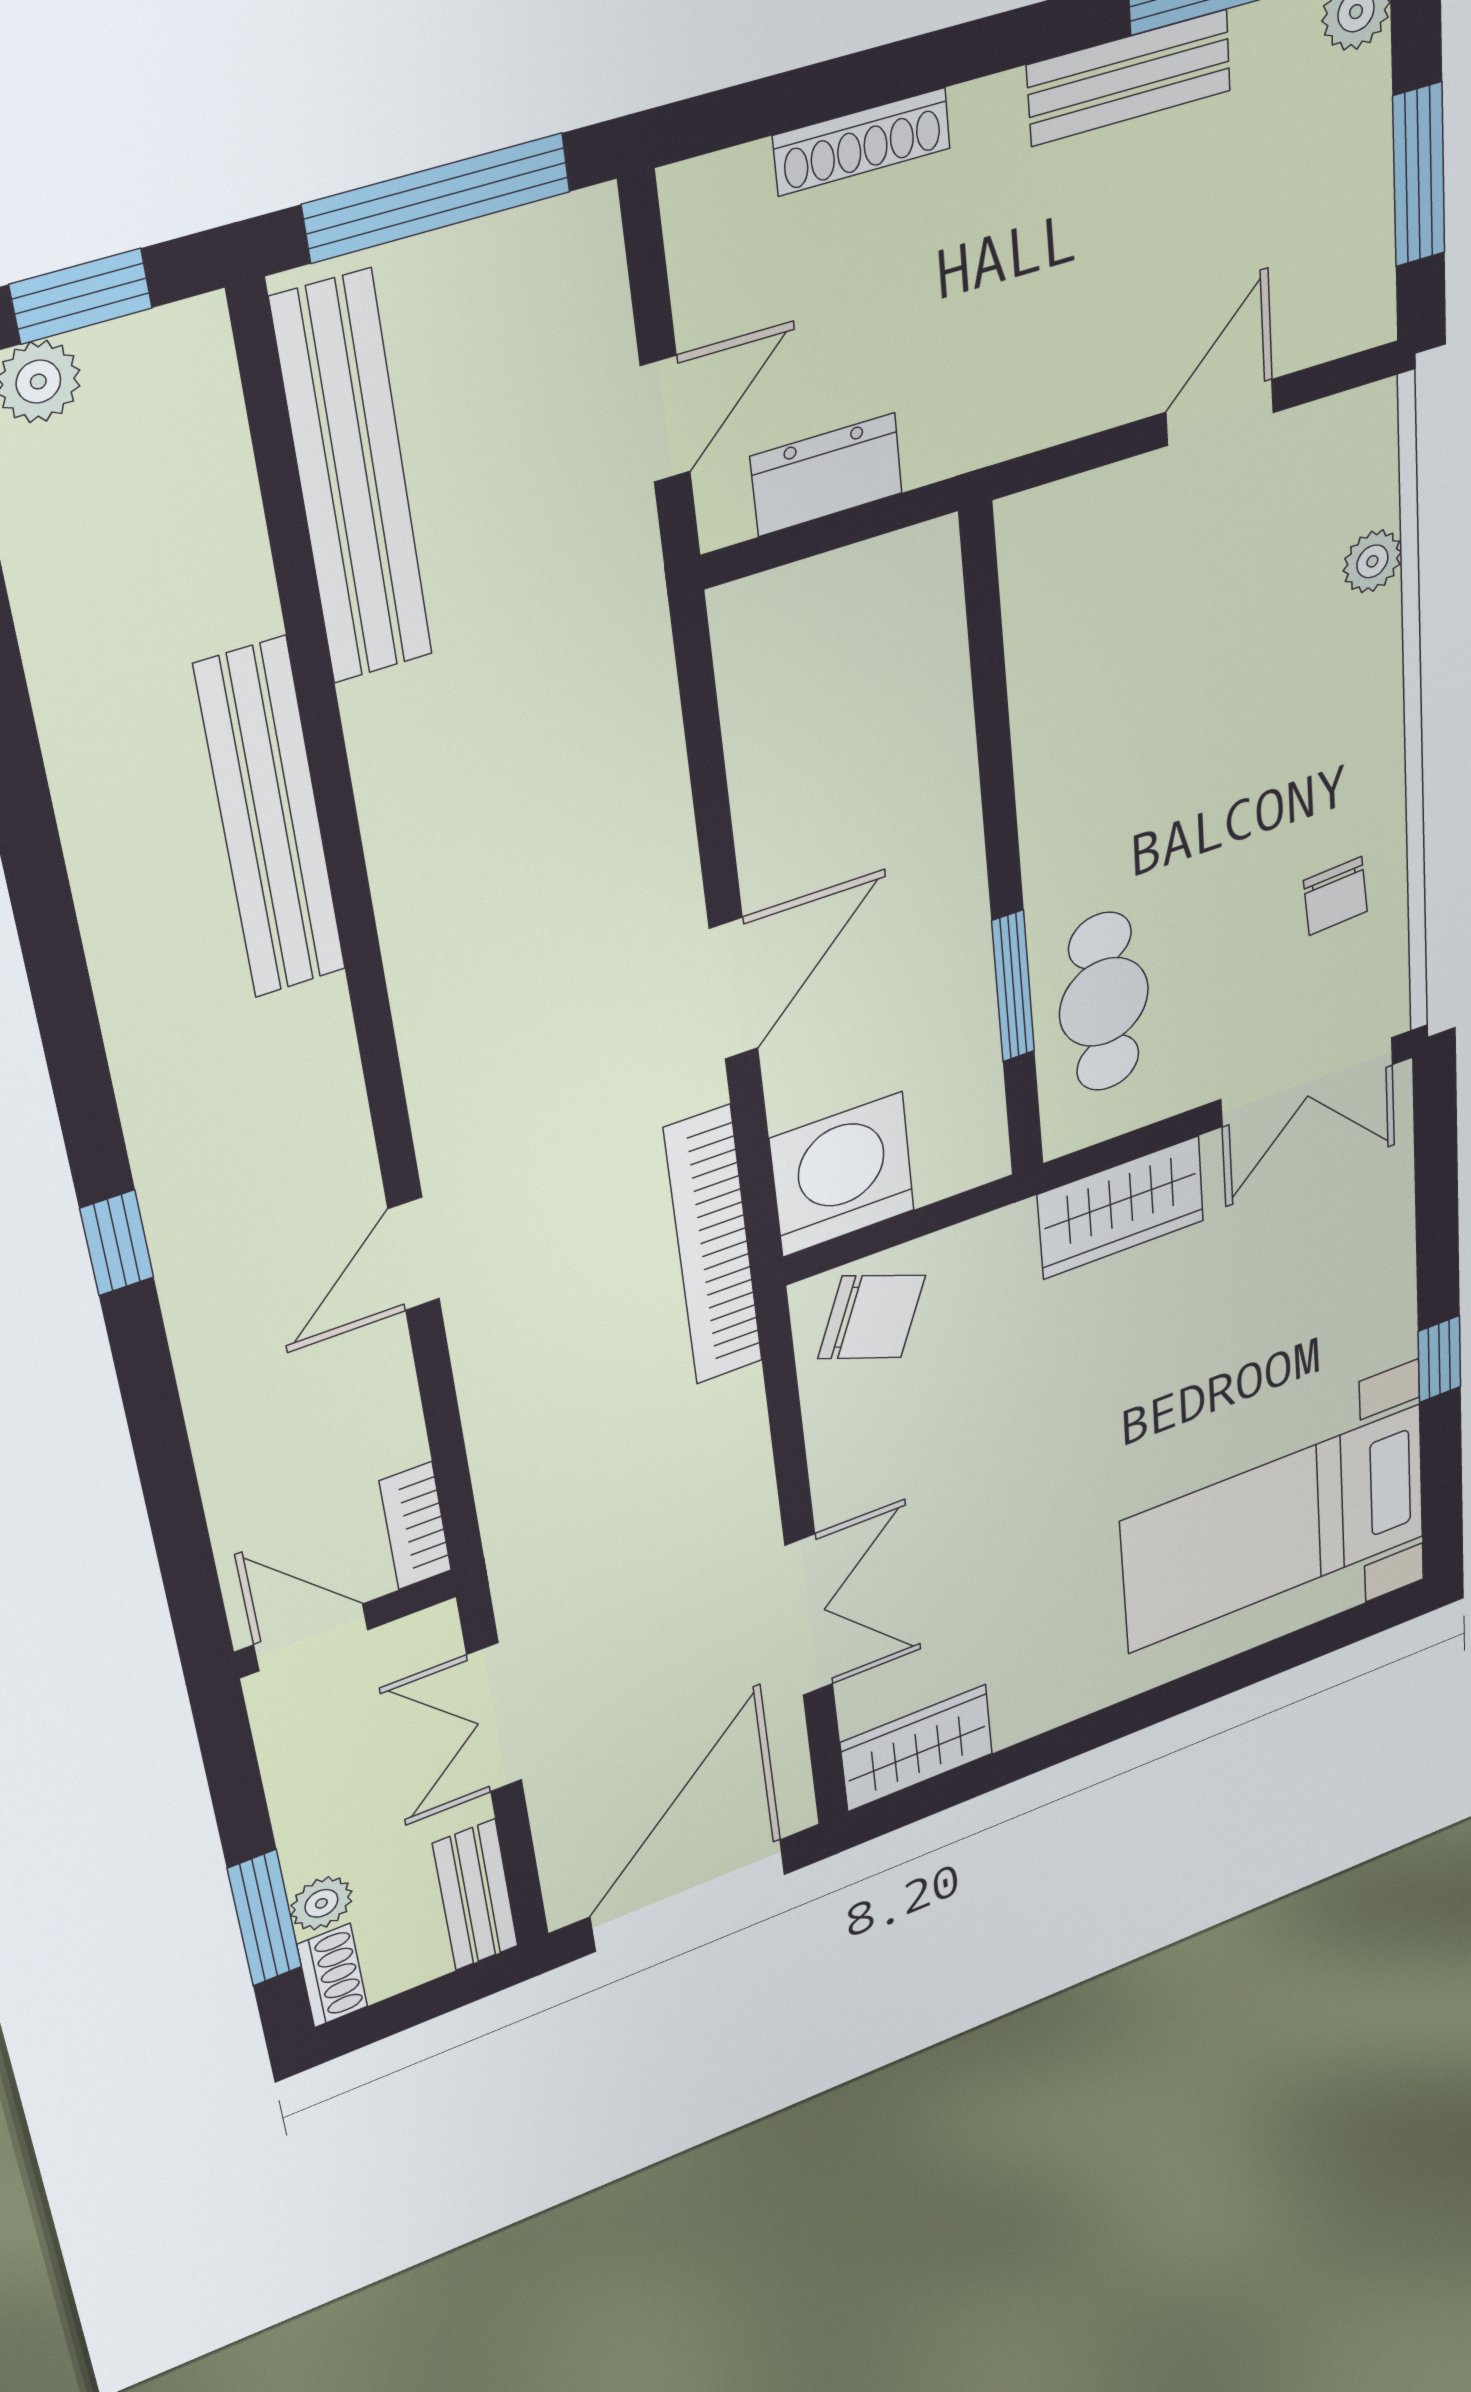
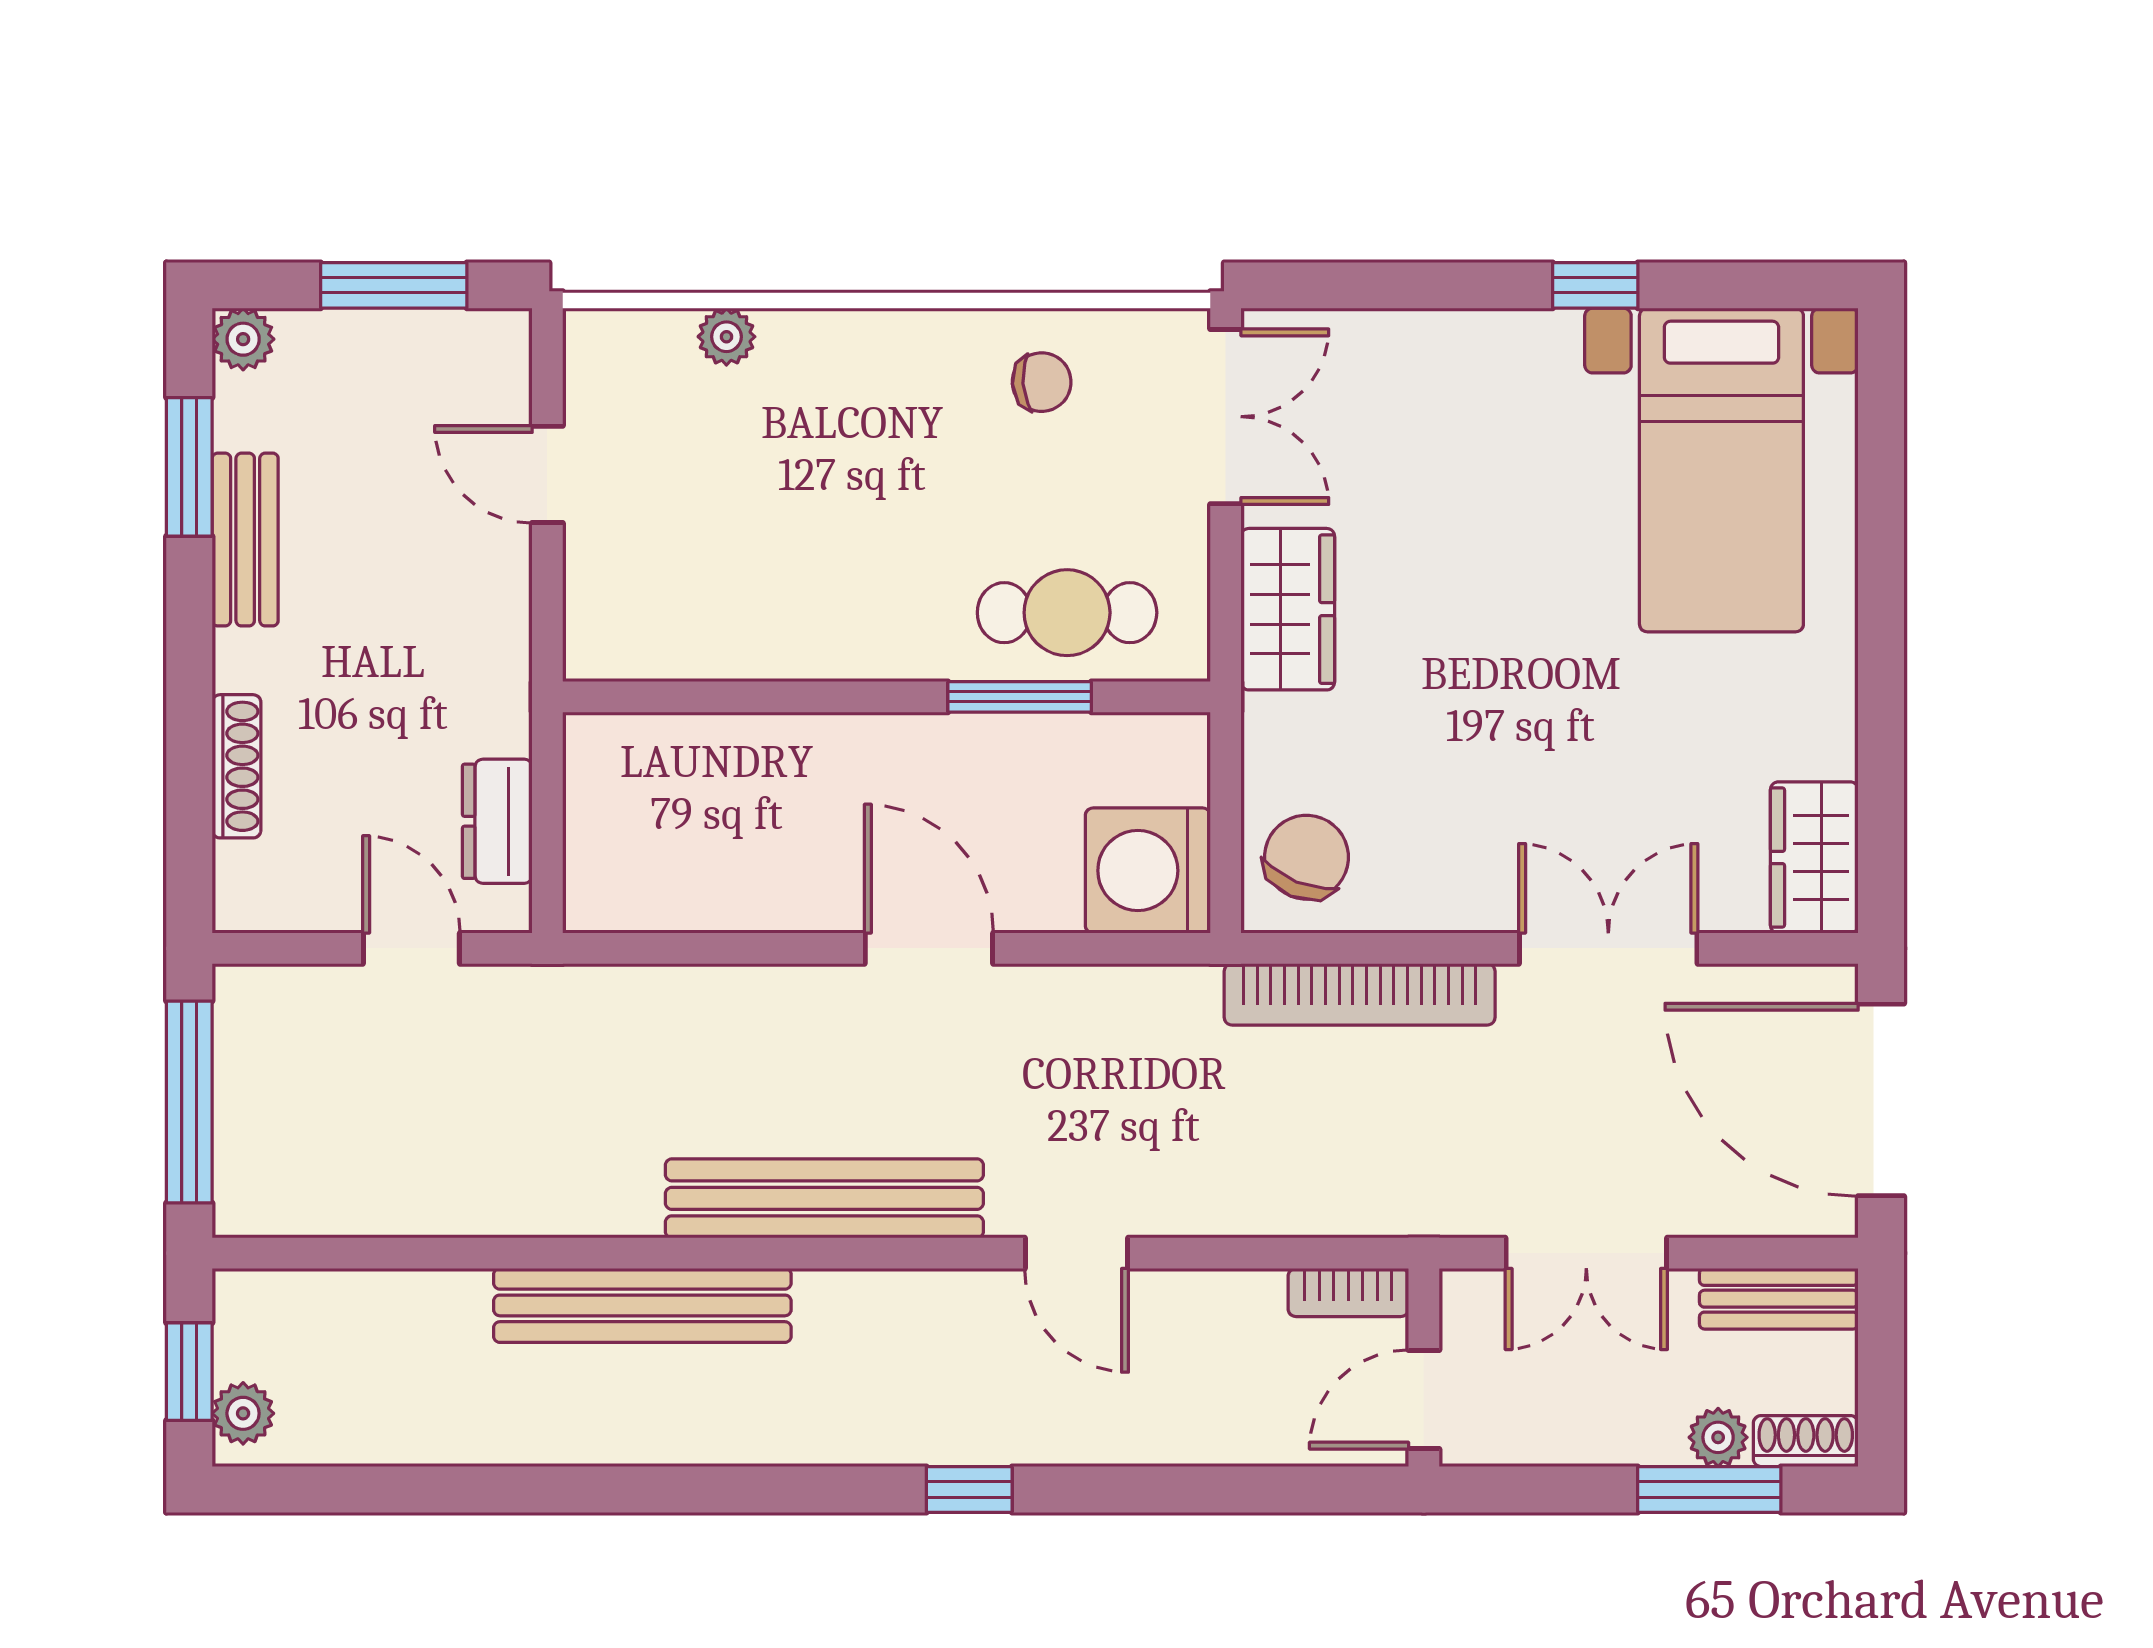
bench: (352, 480) -> (824, 1198), moved
bookcase: (713, 1246) -> (1360, 994), moved

